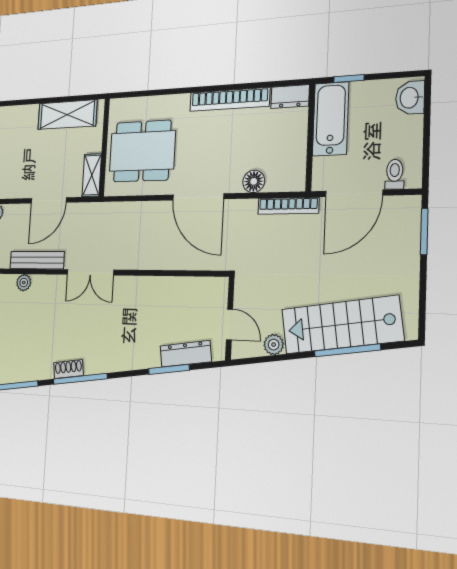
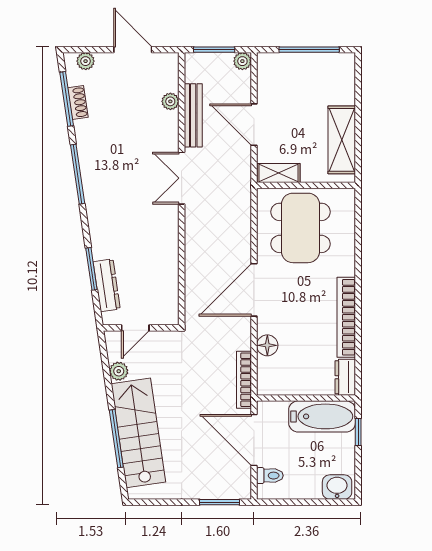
shoe rack: (68, 369) -> (78, 103), moved

